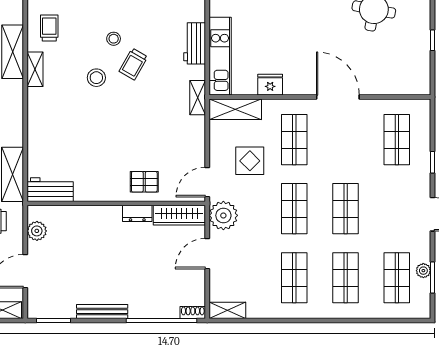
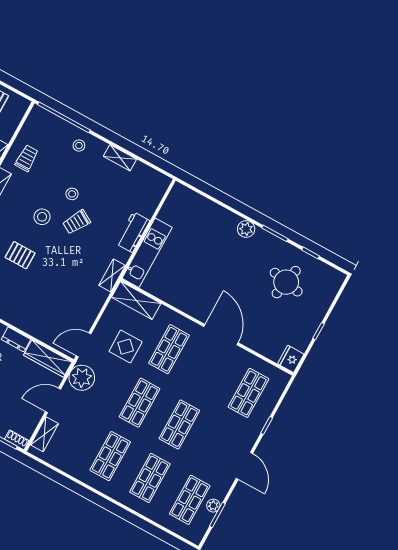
fridge: (270, 85) -> (291, 359), moved, turned -90
pallet: (144, 182) -> (20, 255), moved
shelving: (227, 310) -> (45, 434), moved, turned 90

